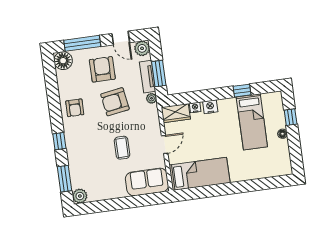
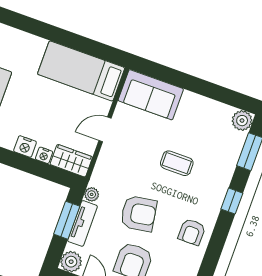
armchair: (75, 108) -> (192, 232), turned 180
coffee table: (122, 148) -> (177, 163), moved, turned 90

